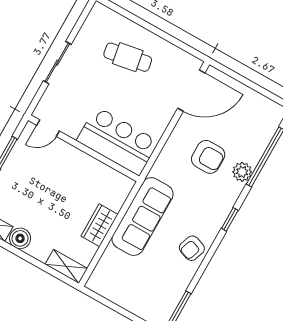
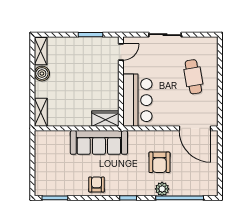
door: (48, 128) -> (121, 52), swing flipped
wardrobe: (99, 225) -> (105, 119), moved
armchair: (192, 248) -> (97, 184), turned 71

